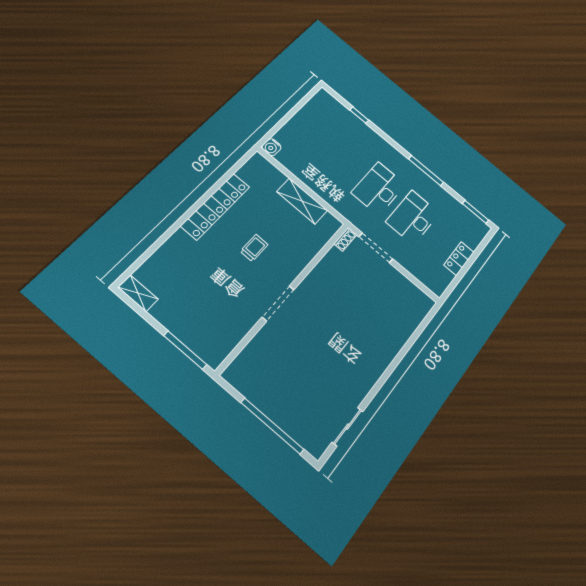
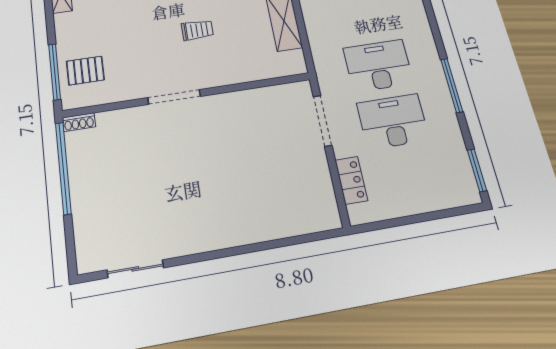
shoe rack: (345, 239) -> (79, 122), moved
locker: (459, 259) -> (351, 180), moved, turned 90
pallet: (205, 333) -> (85, 71), added
window: (272, 426) -> (63, 168), moved

